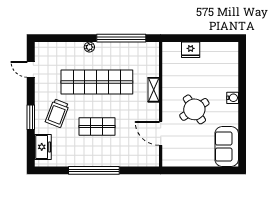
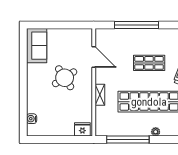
fridge: (191, 50) -> (82, 129), moved
water cooler: (233, 98) -> (32, 119), moved
window: (94, 170) -> (136, 25), moved

